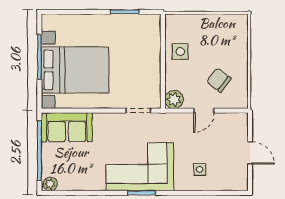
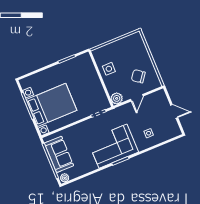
sofa: (67, 127) -> (59, 154), moved, turned -90

